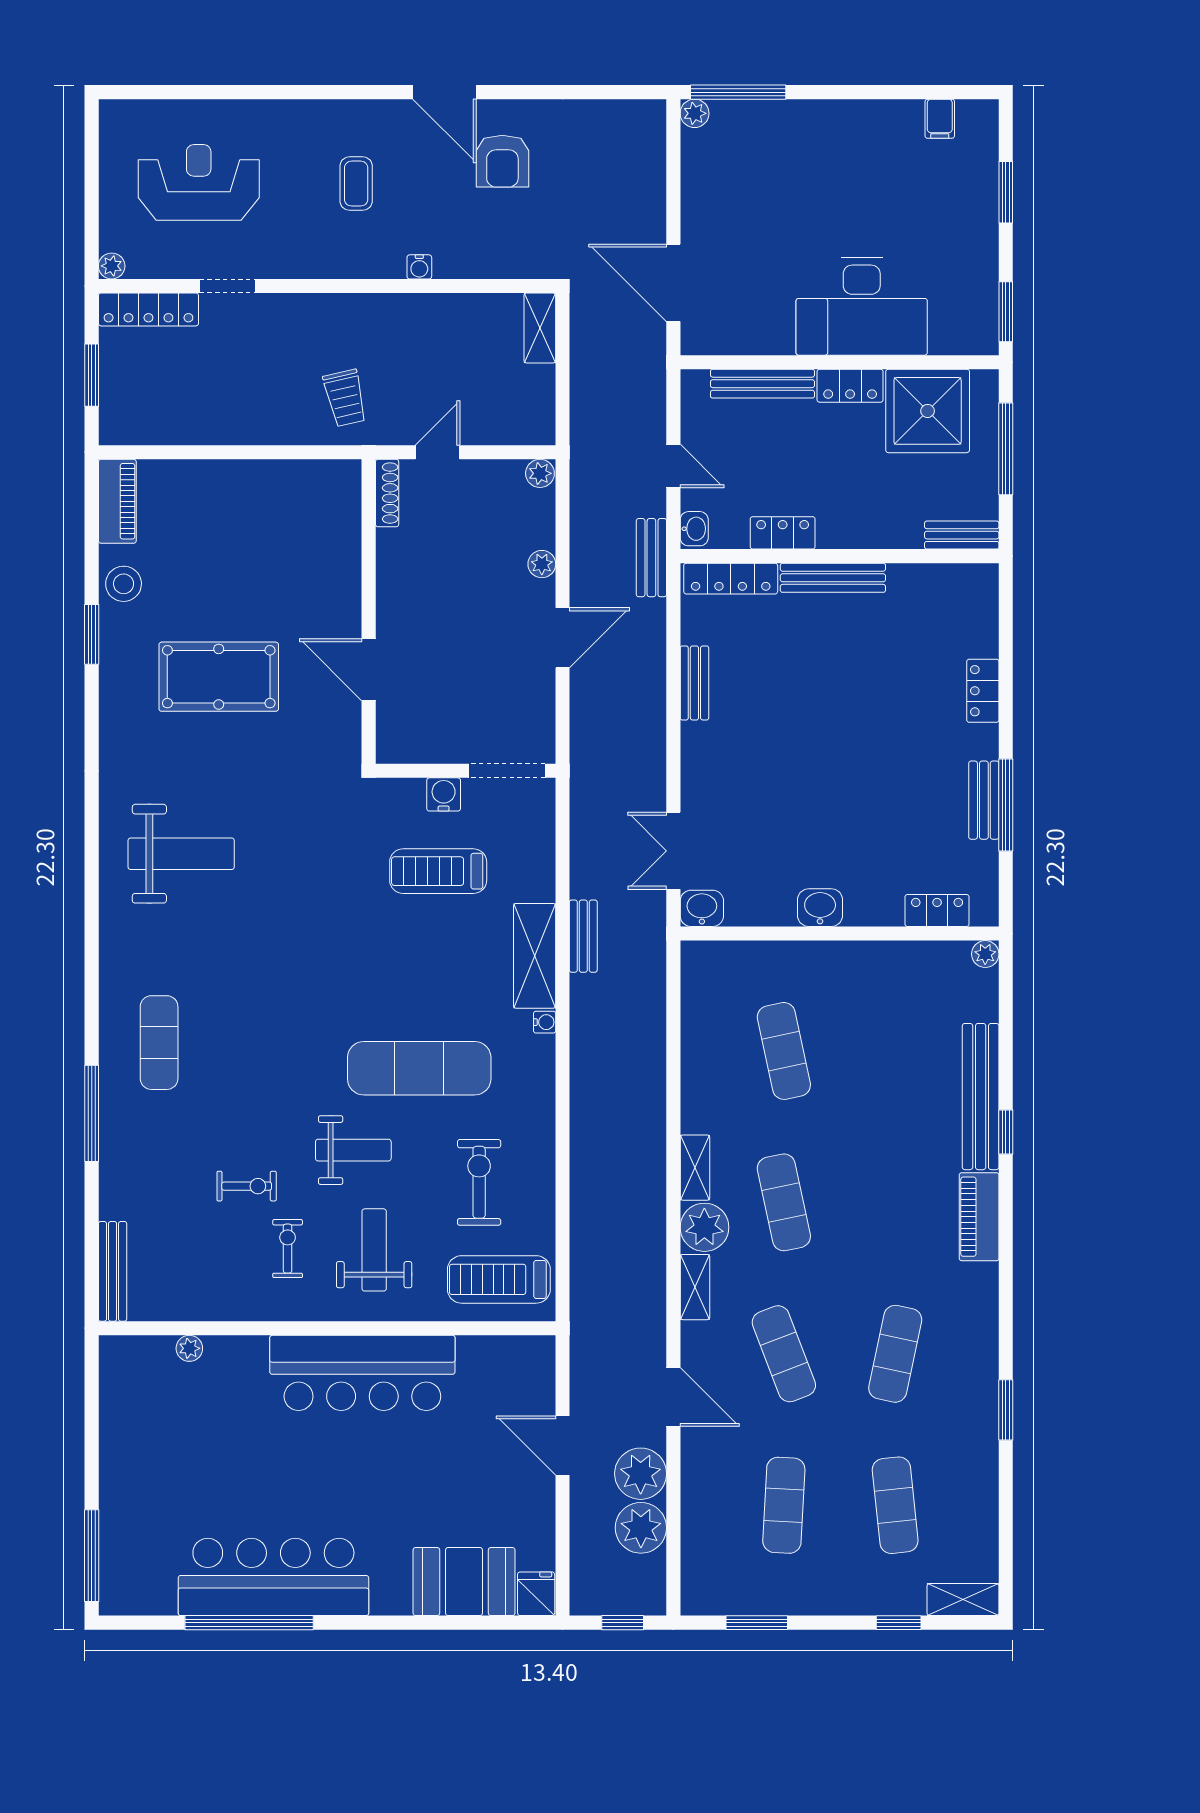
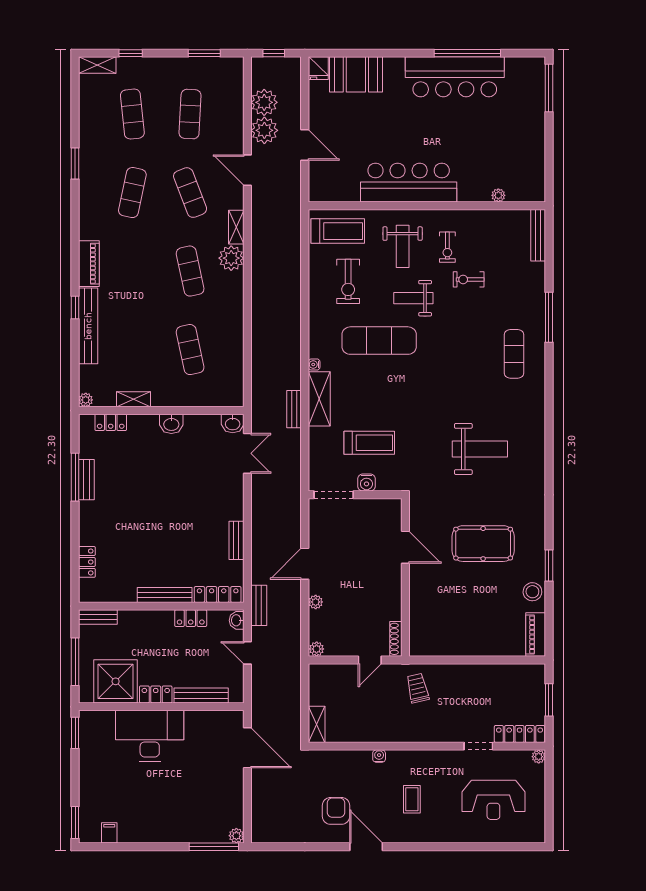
window: (1006, 192) -> (75, 823), moved
locker: (983, 691) -> (87, 562), moved
weight bench: (181, 854) -> (480, 449), moved, turned 180
shelving: (695, 1168) -> (133, 399), moved, turned 90

